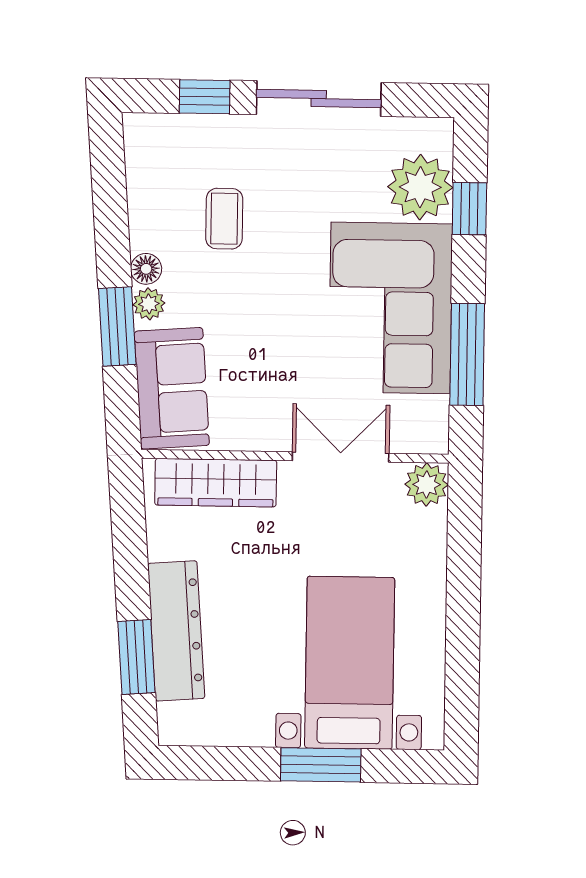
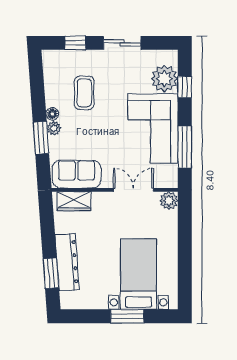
sliding door: (319, 99) -> (122, 43), width x0.73
coffee table: (224, 219) -> (84, 93), width x1.36, depth x1.30
sofa: (172, 388) -> (77, 174), moved, turned -86
wardrobe: (216, 483) -> (74, 201), width x0.67

